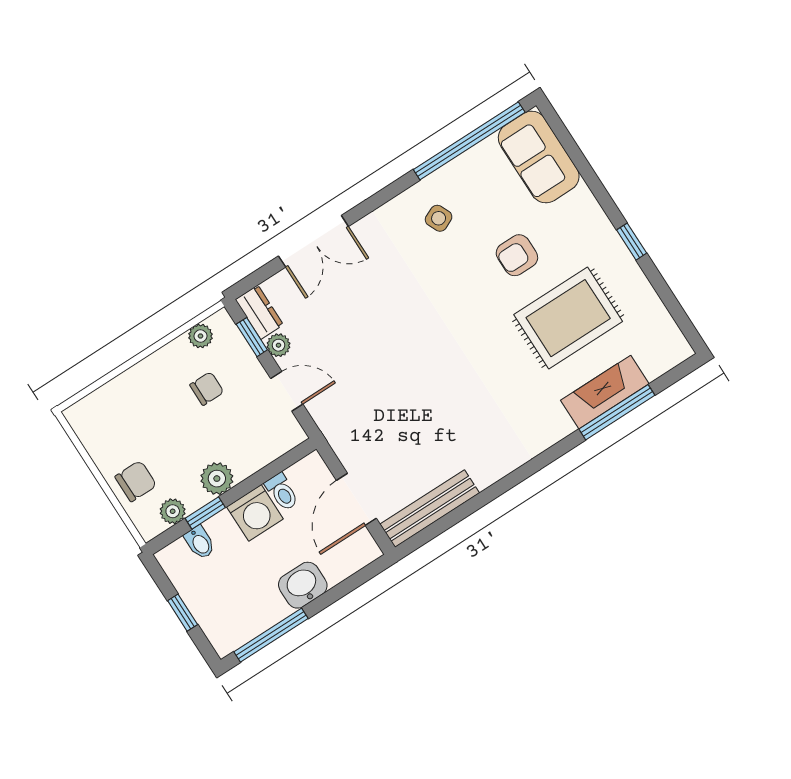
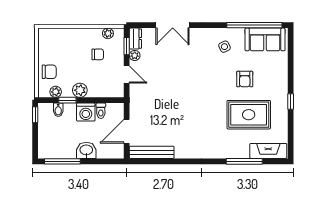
sofa: (539, 157) -> (265, 39), moved, turned -90
armchair: (517, 255) -> (245, 79), turned -90
fireplace: (605, 392) -> (268, 151), moved
window: (183, 613) -> (35, 115), moved

